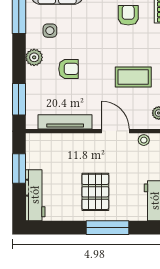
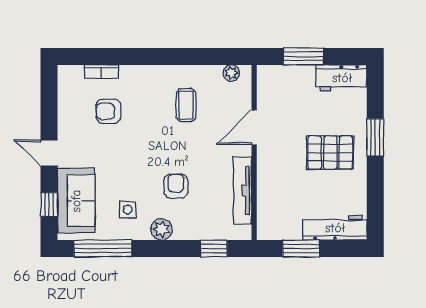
coffee table: (133, 77) -> (186, 105), width x0.73, depth x0.77
window: (19, 99) -> (214, 248), width x0.67
stool: (144, 140) -> (265, 92), removed
window: (107, 228) -> (375, 137), width x0.69

